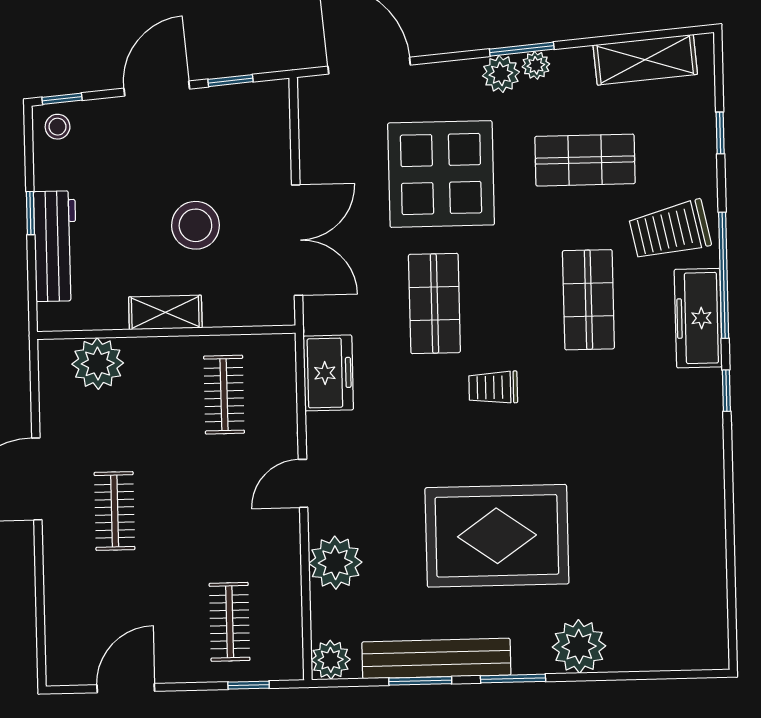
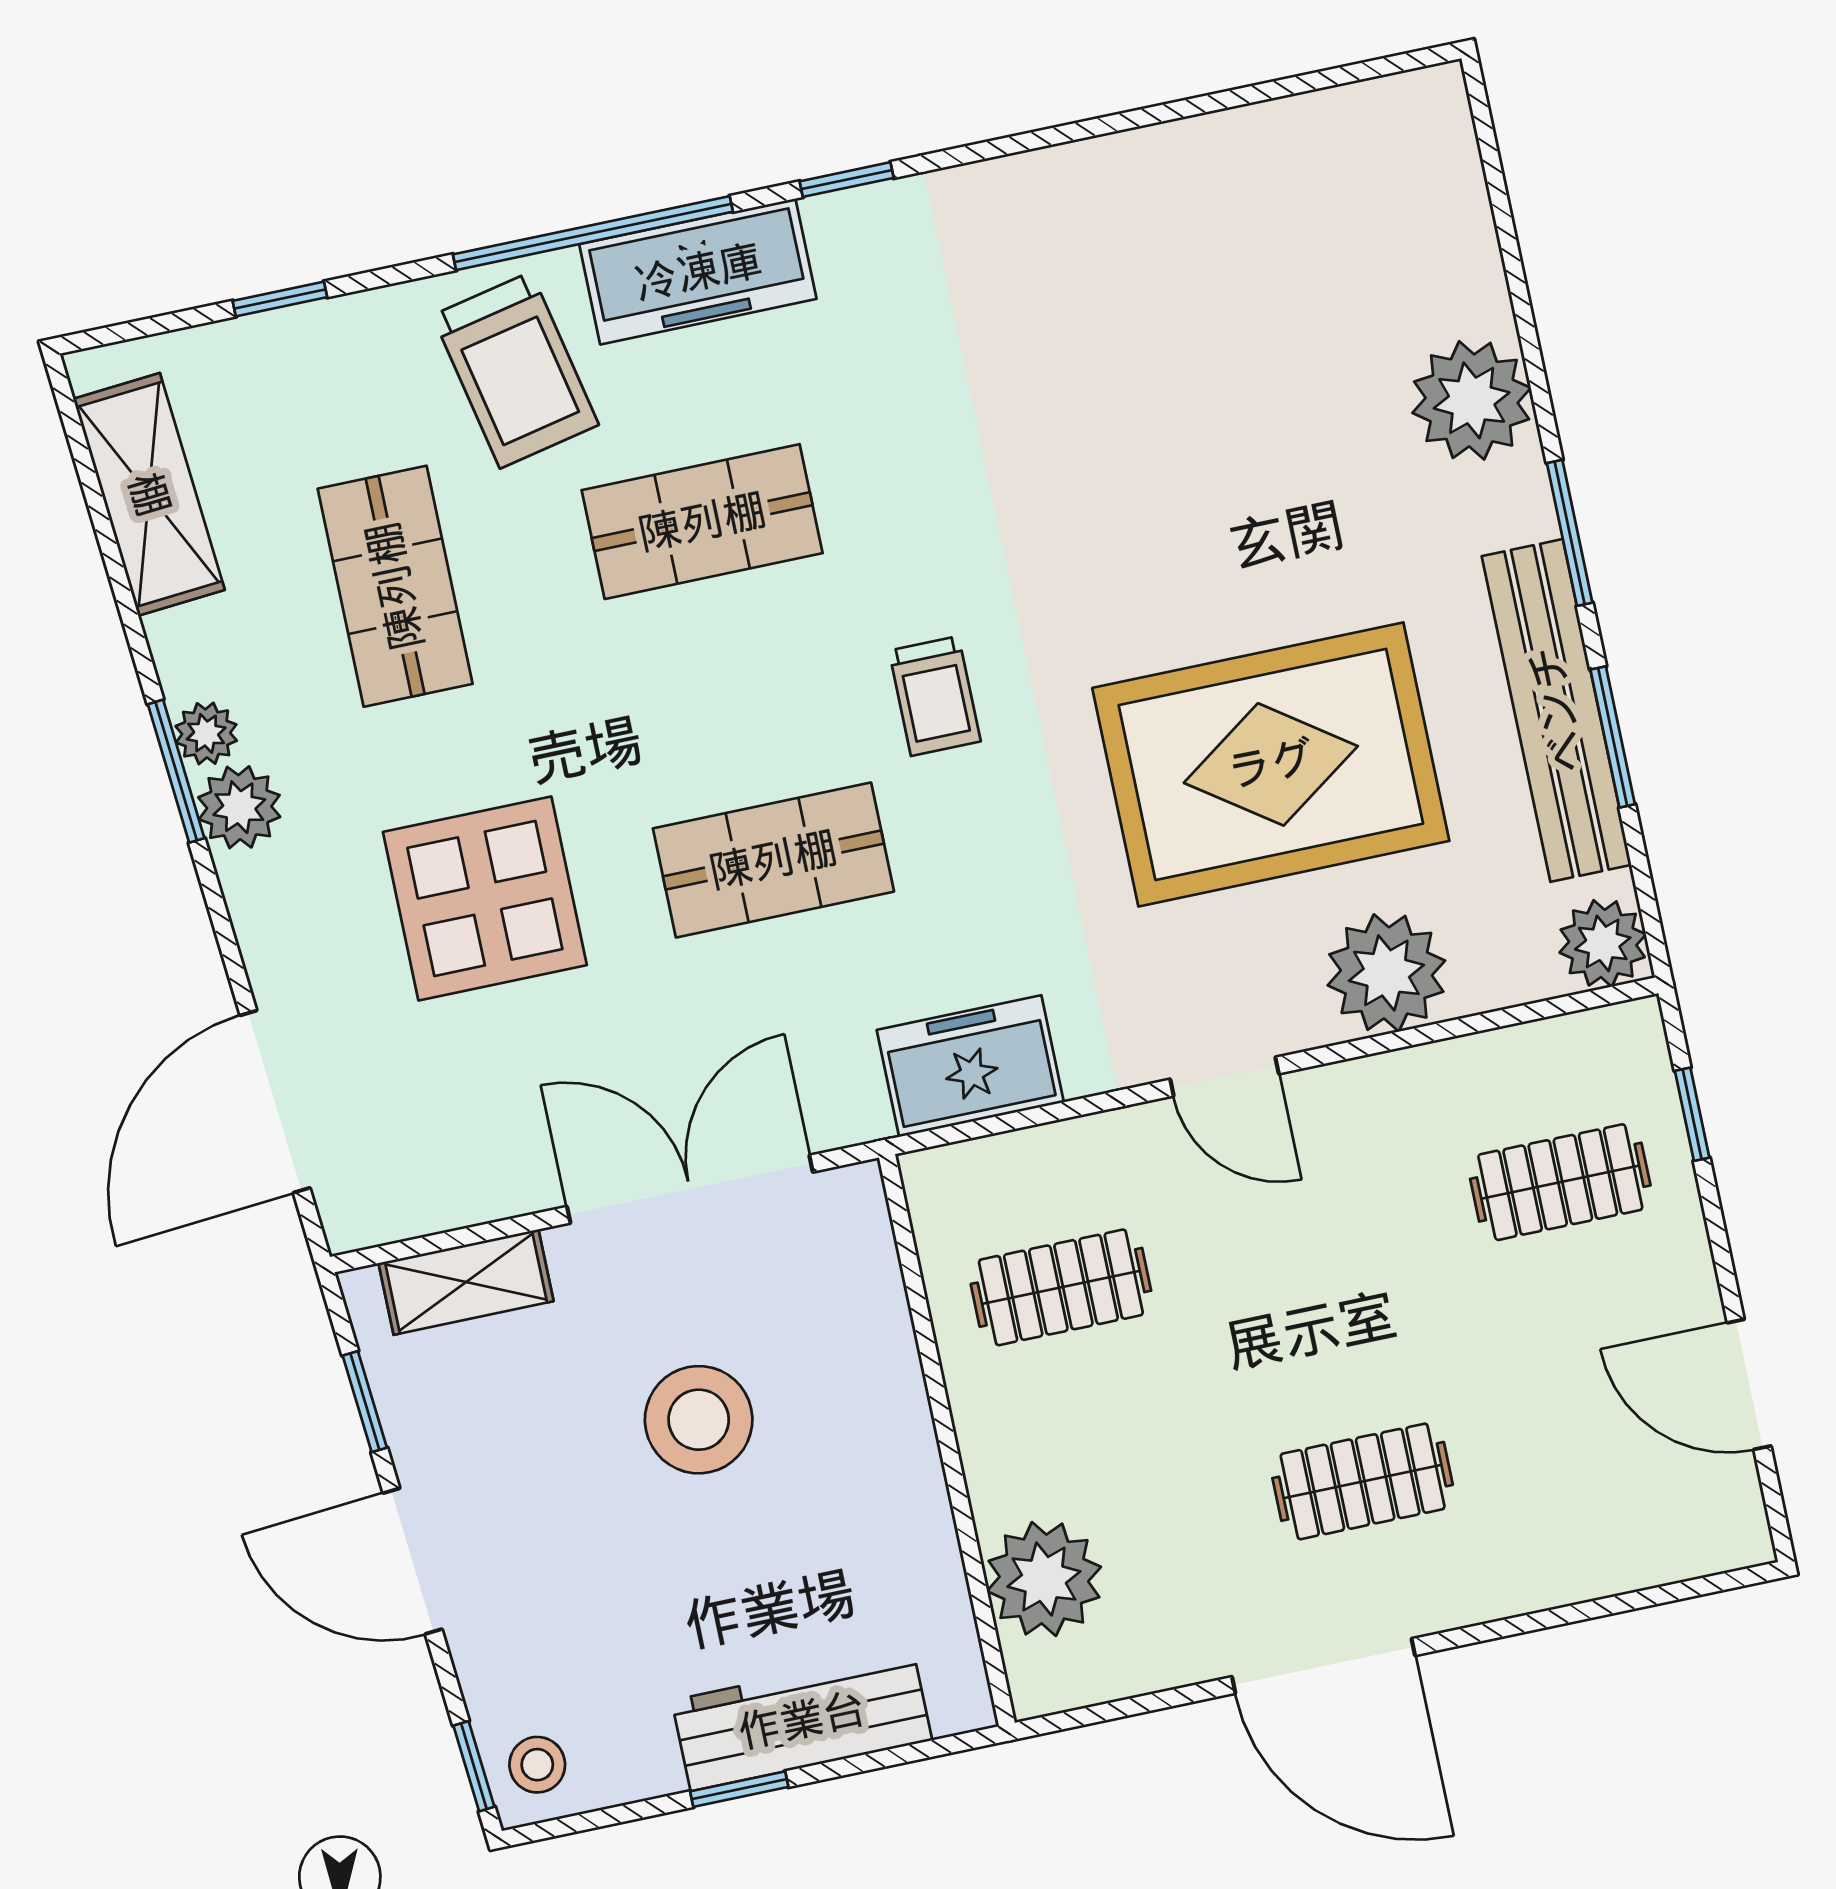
display table: (441, 174) -> (485, 898), width x0.73, depth x0.73
shelving: (165, 312) -> (466, 1282), moved, turned 90
rug: (497, 536) -> (1271, 764), moved, turned 90

